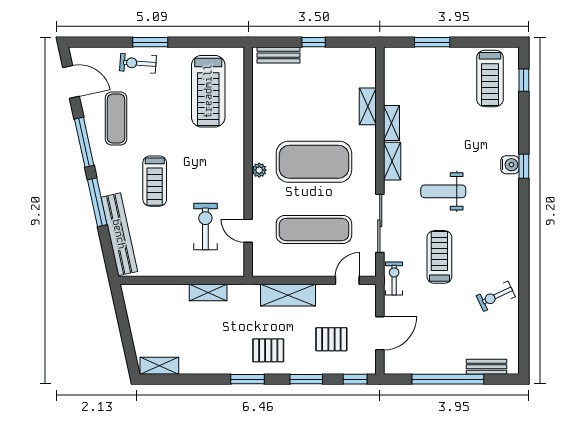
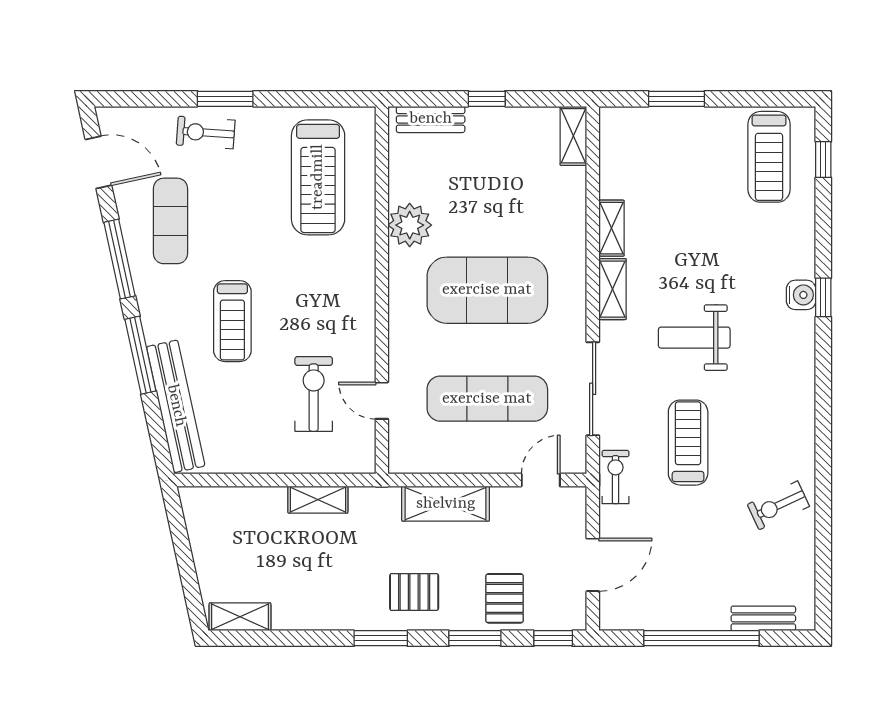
shelving: (368, 106) -> (573, 136), moved
plant: (259, 170) -> (410, 225), moved, width x1.88, depth x1.88
pallet: (331, 339) -> (505, 598), moved, turned 90

